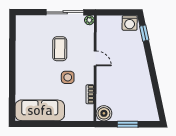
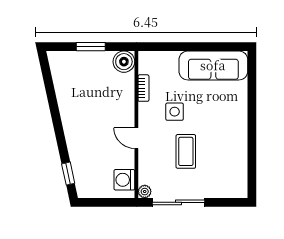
washing machine: (130, 23) -> (124, 180), moved, turned -90

